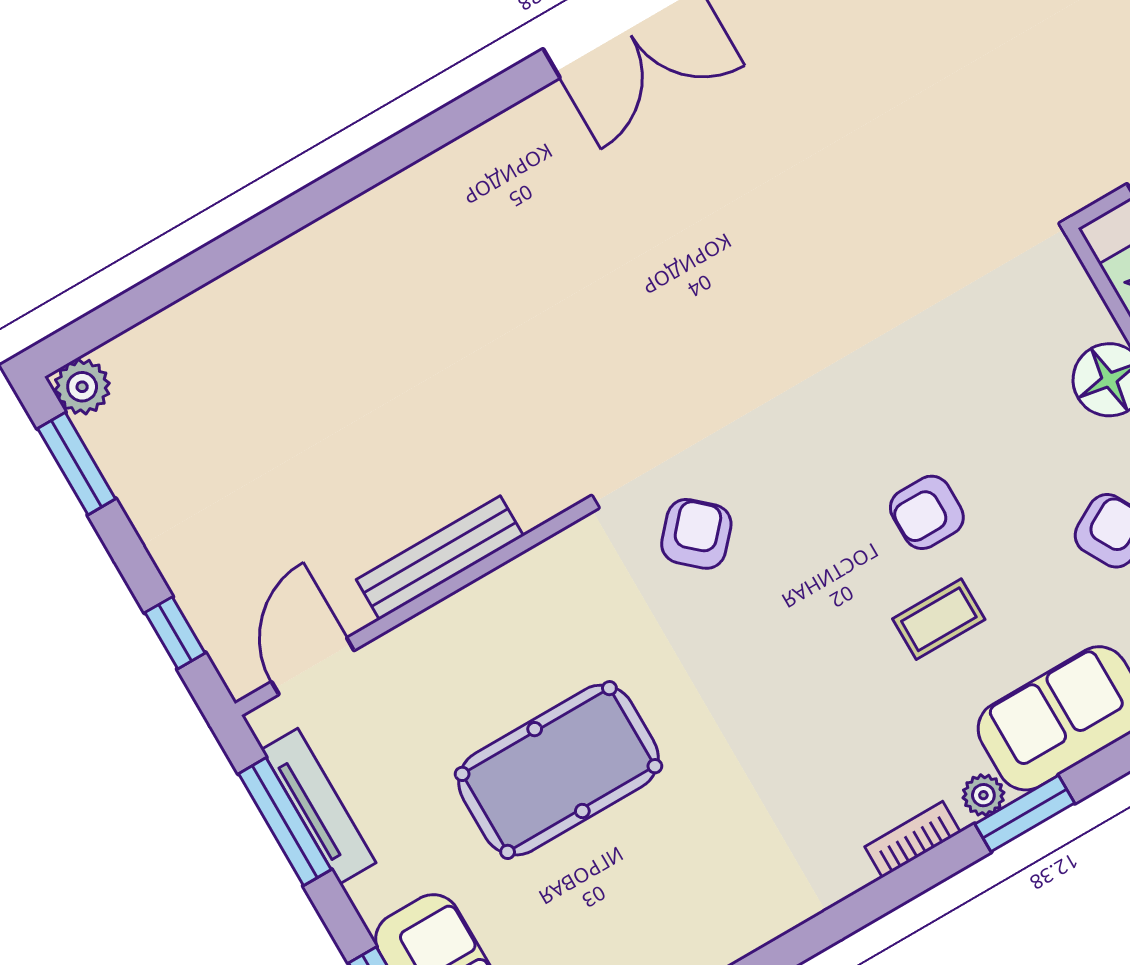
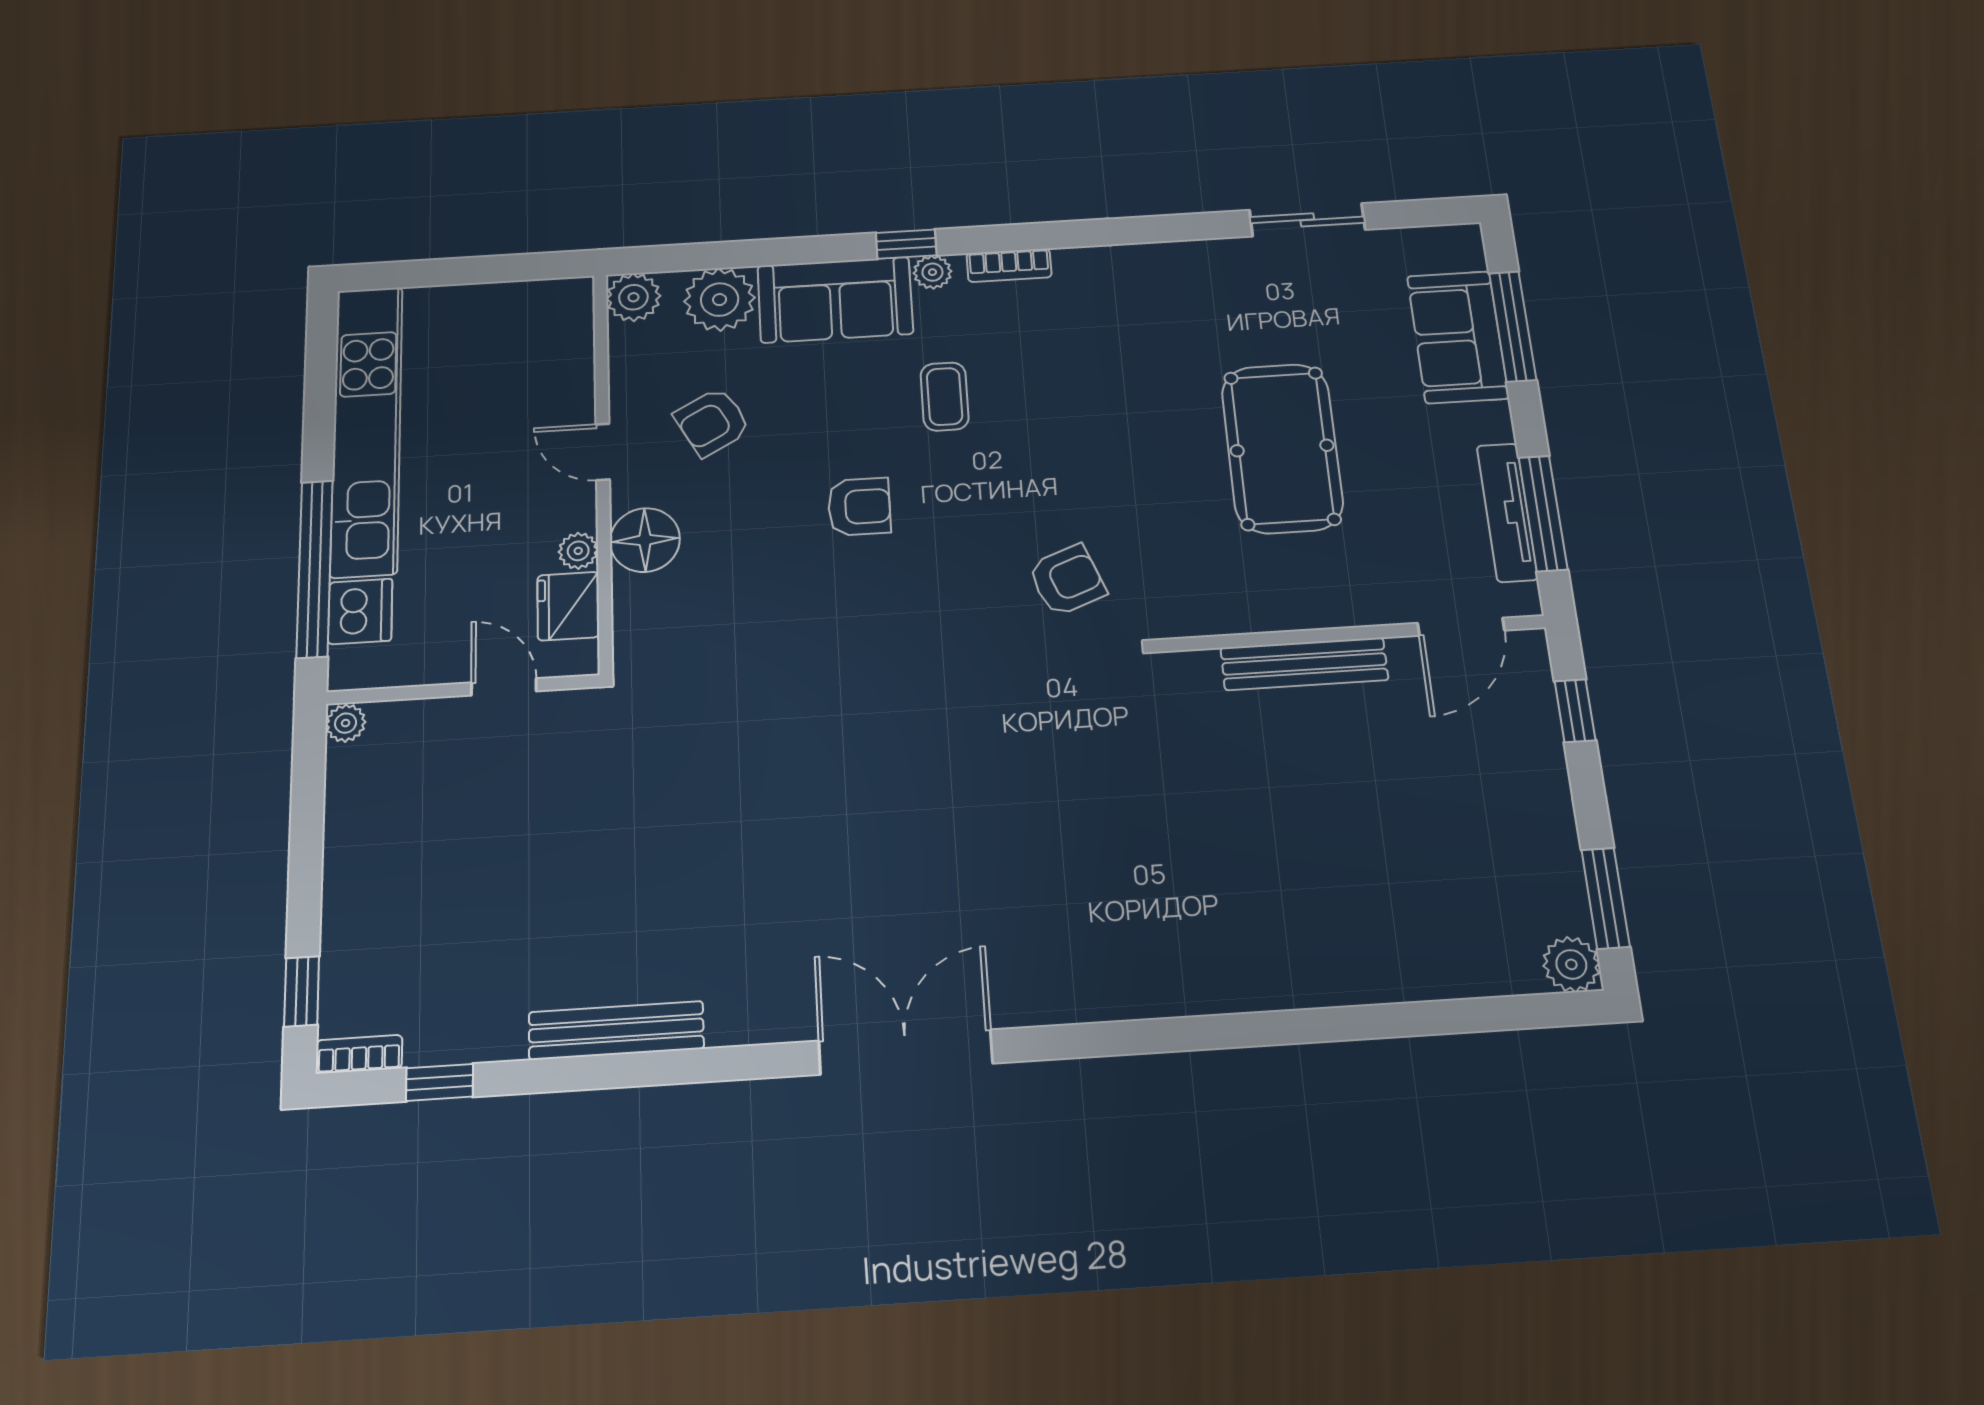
armchair: (696, 534) -> (1067, 580), turned -153
coffee table: (939, 619) -> (945, 397), moved, turned 90
pool table: (559, 770) -> (1282, 448), turned 90
window: (1025, 813) -> (906, 244), width x0.67

